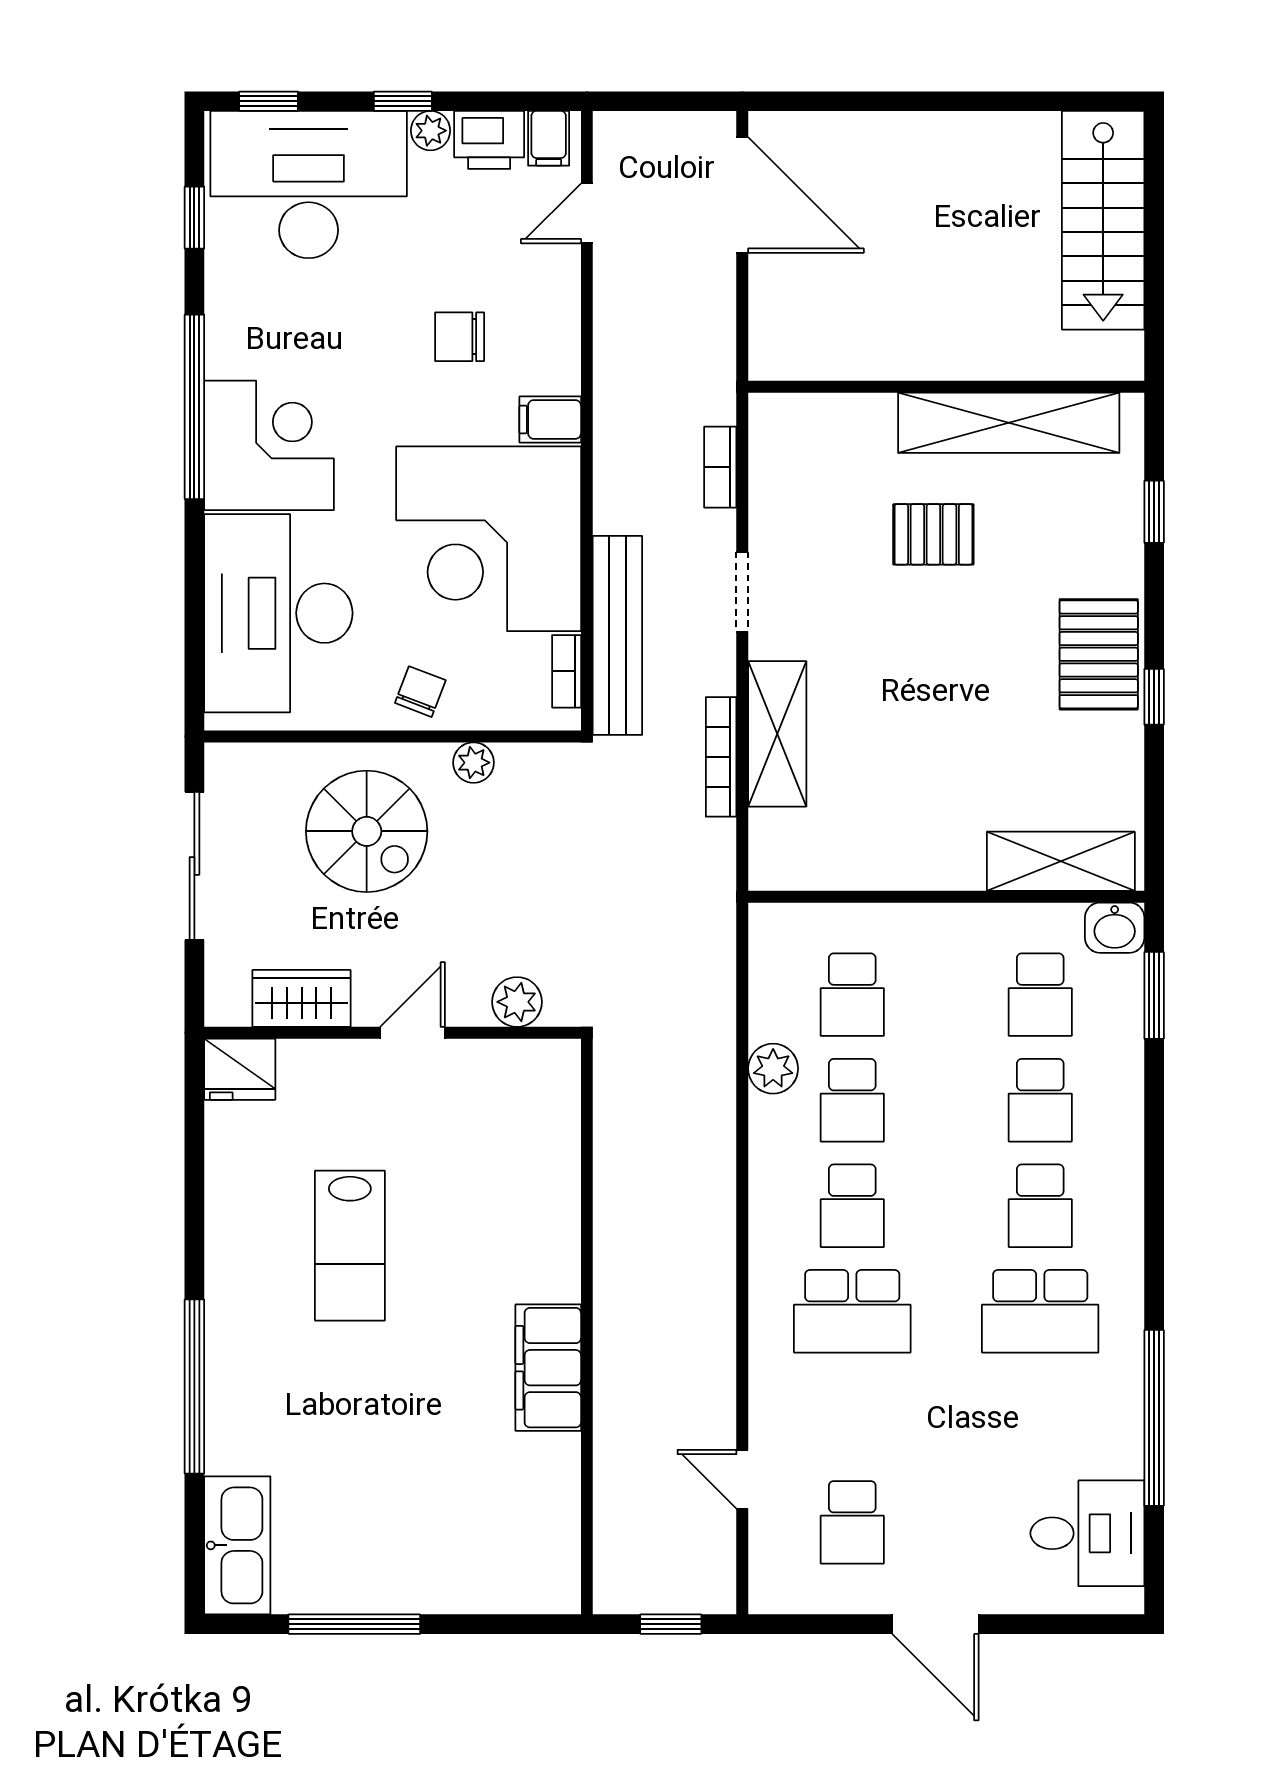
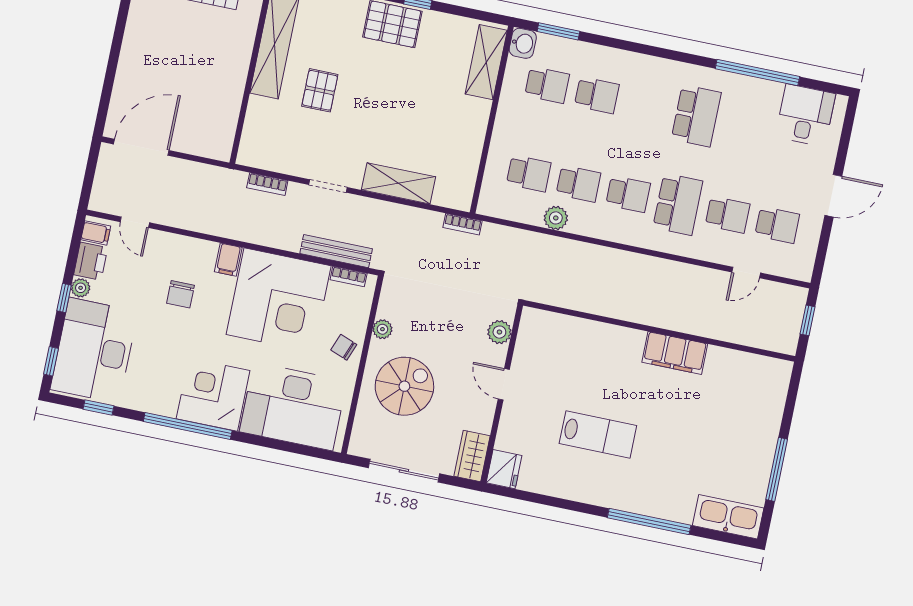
bench: (617, 635) -> (336, 251), width x0.73, depth x0.82
bookcase: (721, 757) -> (462, 224), moved, width x0.64
wardrobe: (302, 998) -> (472, 456), moved
school desk: (1040, 1206) -> (728, 215), moved

